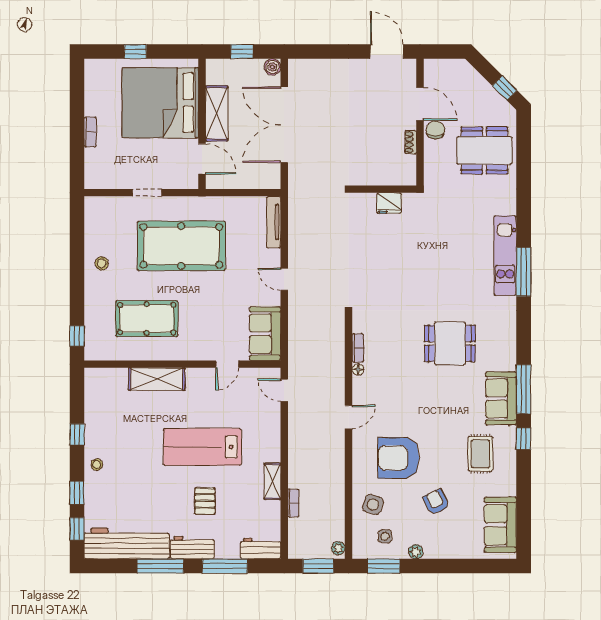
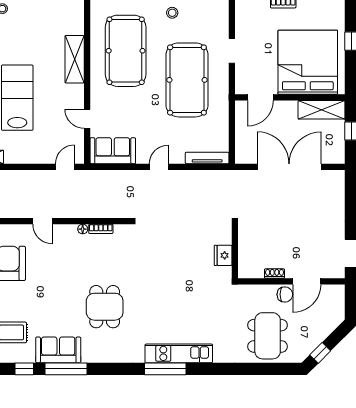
boiler: (272, 67) -> (338, 157), removed
shelving: (217, 113) -> (322, 110), moved
pool table: (147, 319) -> (126, 51), width x1.36, depth x1.32

